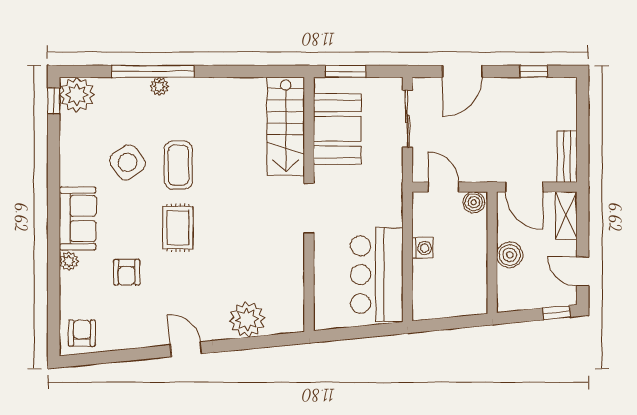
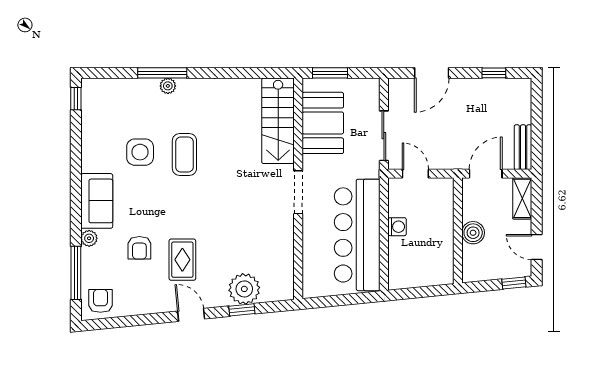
window: (153, 71) -> (162, 73), width x0.68
plant: (77, 95) -> (96, 93), removed
sliding door: (407, 119) -> (384, 136), moved
side table: (127, 162) -> (140, 152), turned 35
door: (524, 187) -> (486, 174), swing flipped
boiler: (474, 202) -> (442, 187), removed
rug: (178, 228) -> (182, 260), moved
bar counter: (377, 275) -> (357, 235), width x1.36
window: (54, 301) -> (76, 273), added
window: (244, 343) -> (242, 310), added

